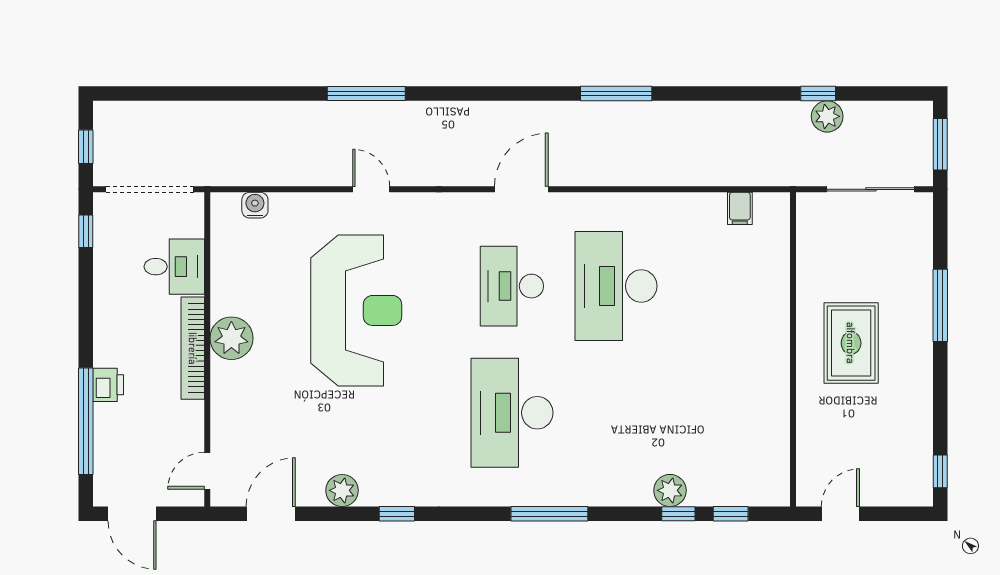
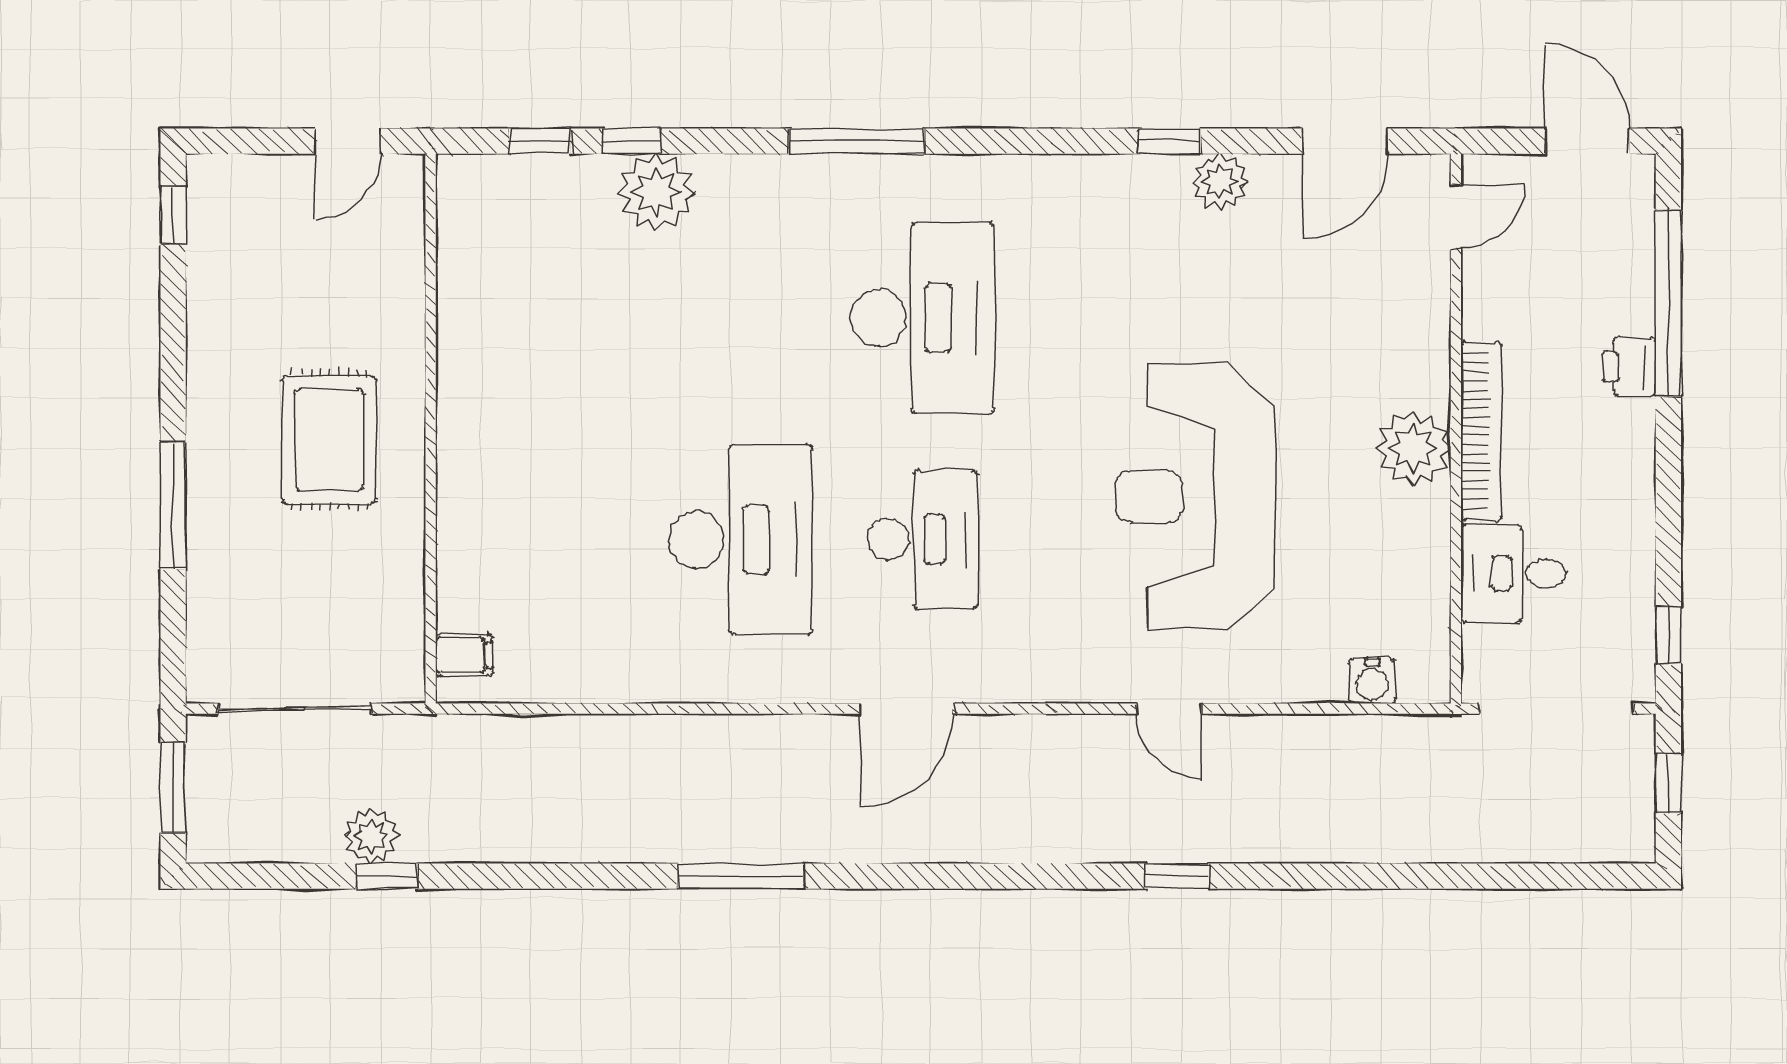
window: (366, 94) -> (1177, 876), width x0.46
filing cabinet: (740, 208) -> (464, 655), moved, turned 90
plant: (670, 490) -> (656, 192), width x1.36, depth x1.36
window: (397, 514) -> (1170, 141), moved

